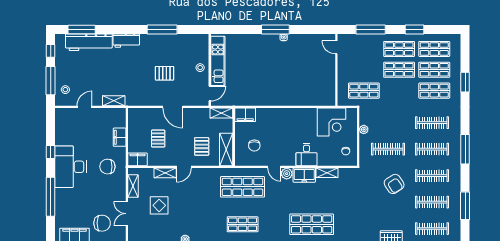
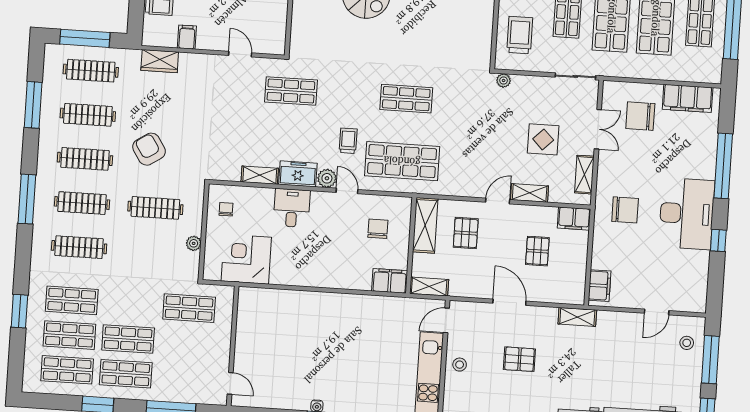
shelving: (114, 101) -> (577, 317), moved
filing cabinet: (120, 137) -> (600, 286), moved
trolley: (276, 197) -> (348, 141), added
shop shelf: (312, 224) -> (291, 91), width x0.70, depth x0.74

